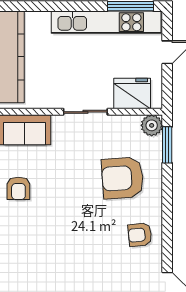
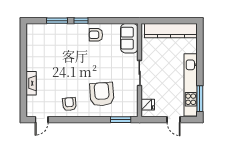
fridge: (132, 94) -> (148, 105), width x0.53, depth x0.75
plant: (152, 125) -> (132, 111), removed

